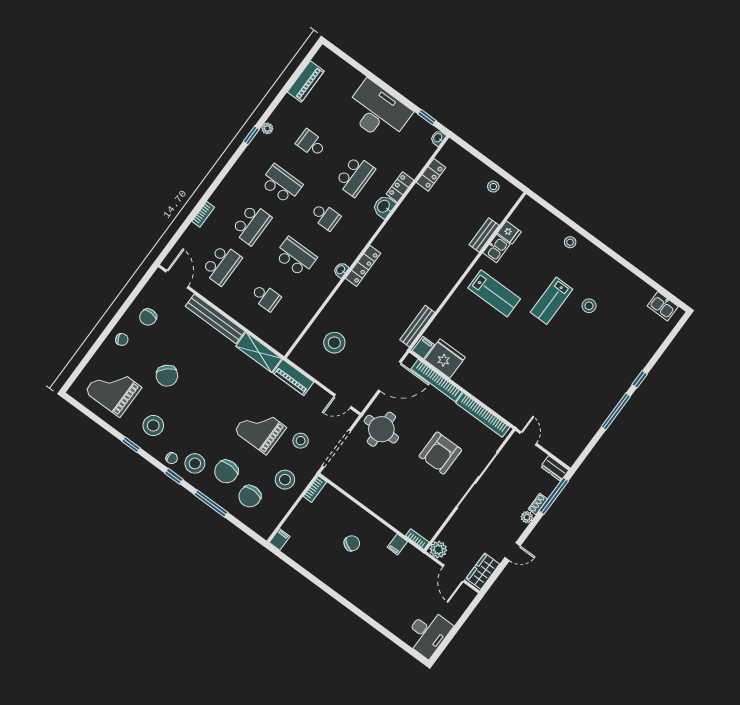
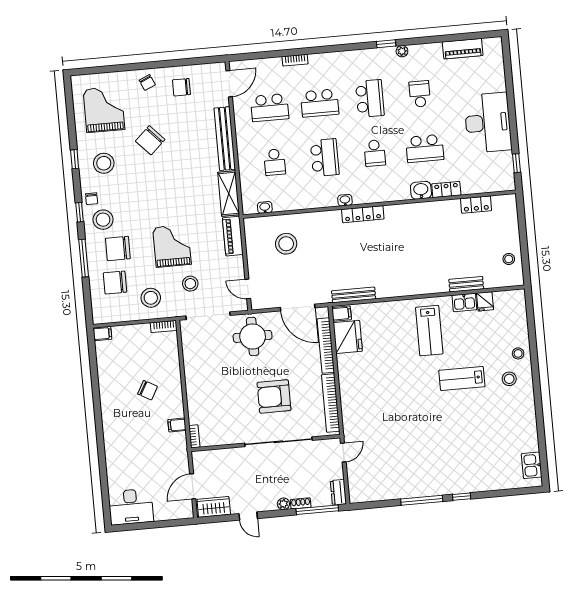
washbasin: (438, 138) -> (265, 207), moved
stool: (589, 306) -> (509, 379), moved
plant: (438, 549) -> (200, 459), removed

